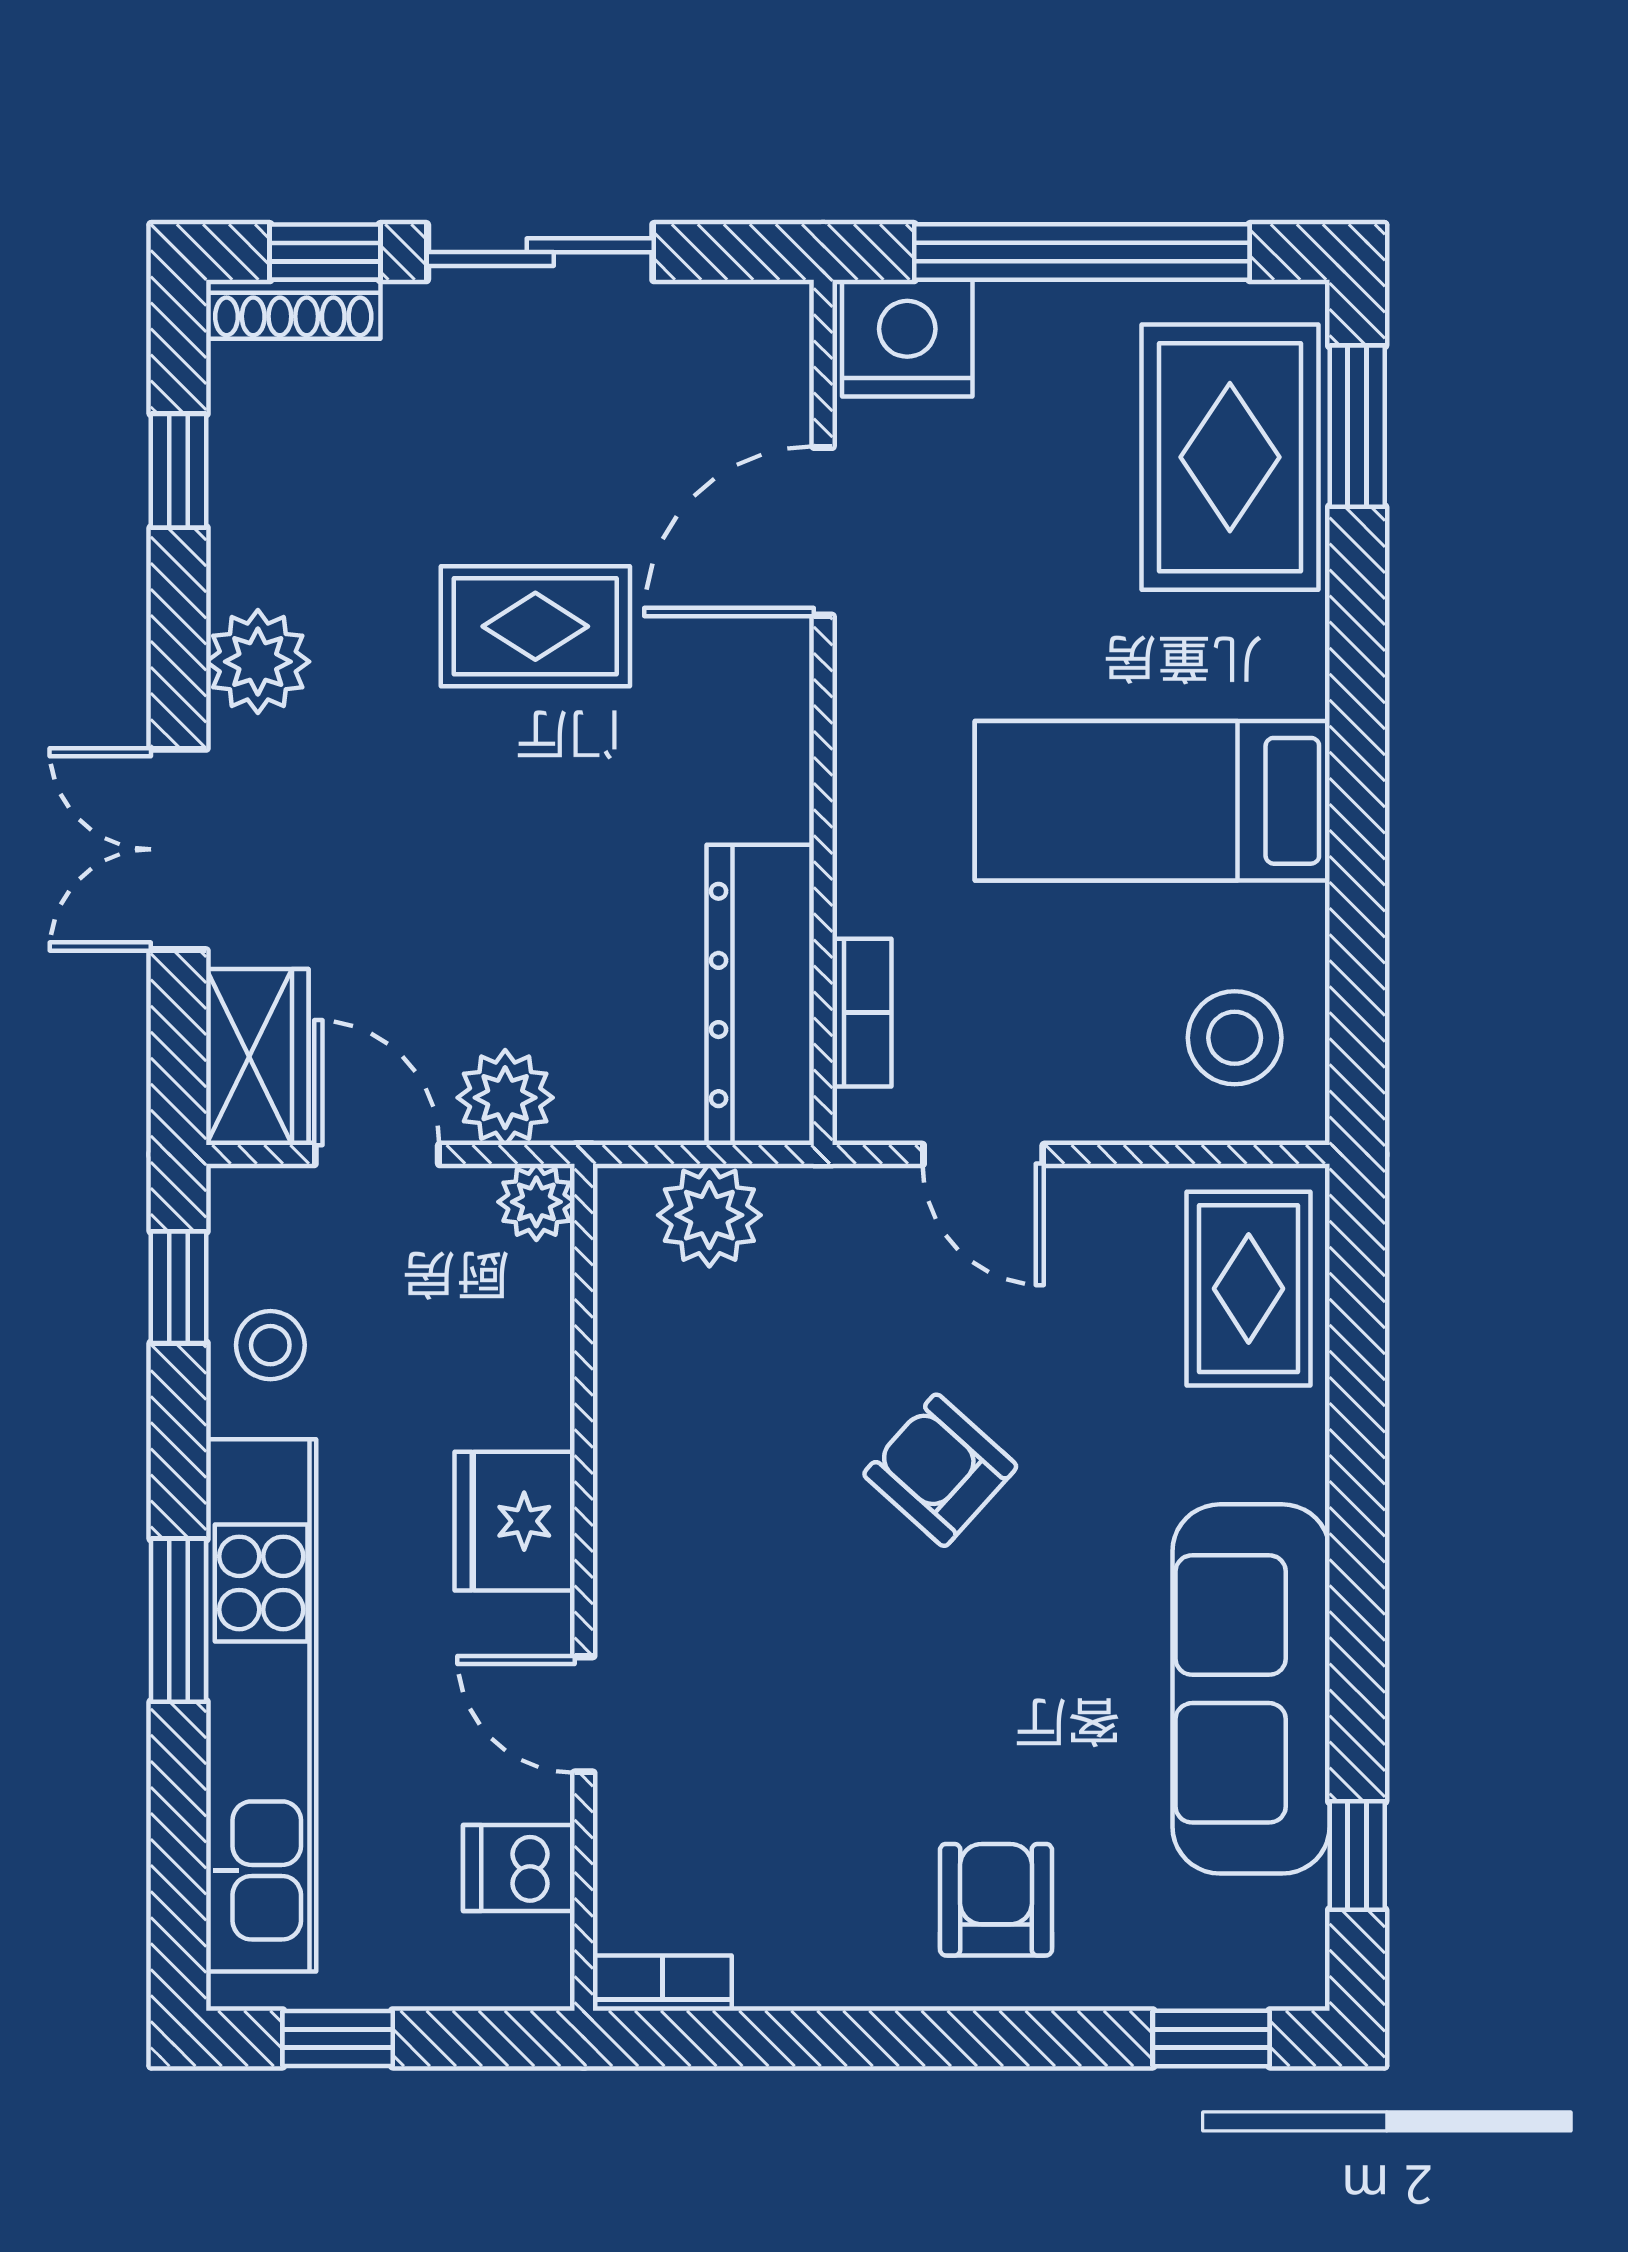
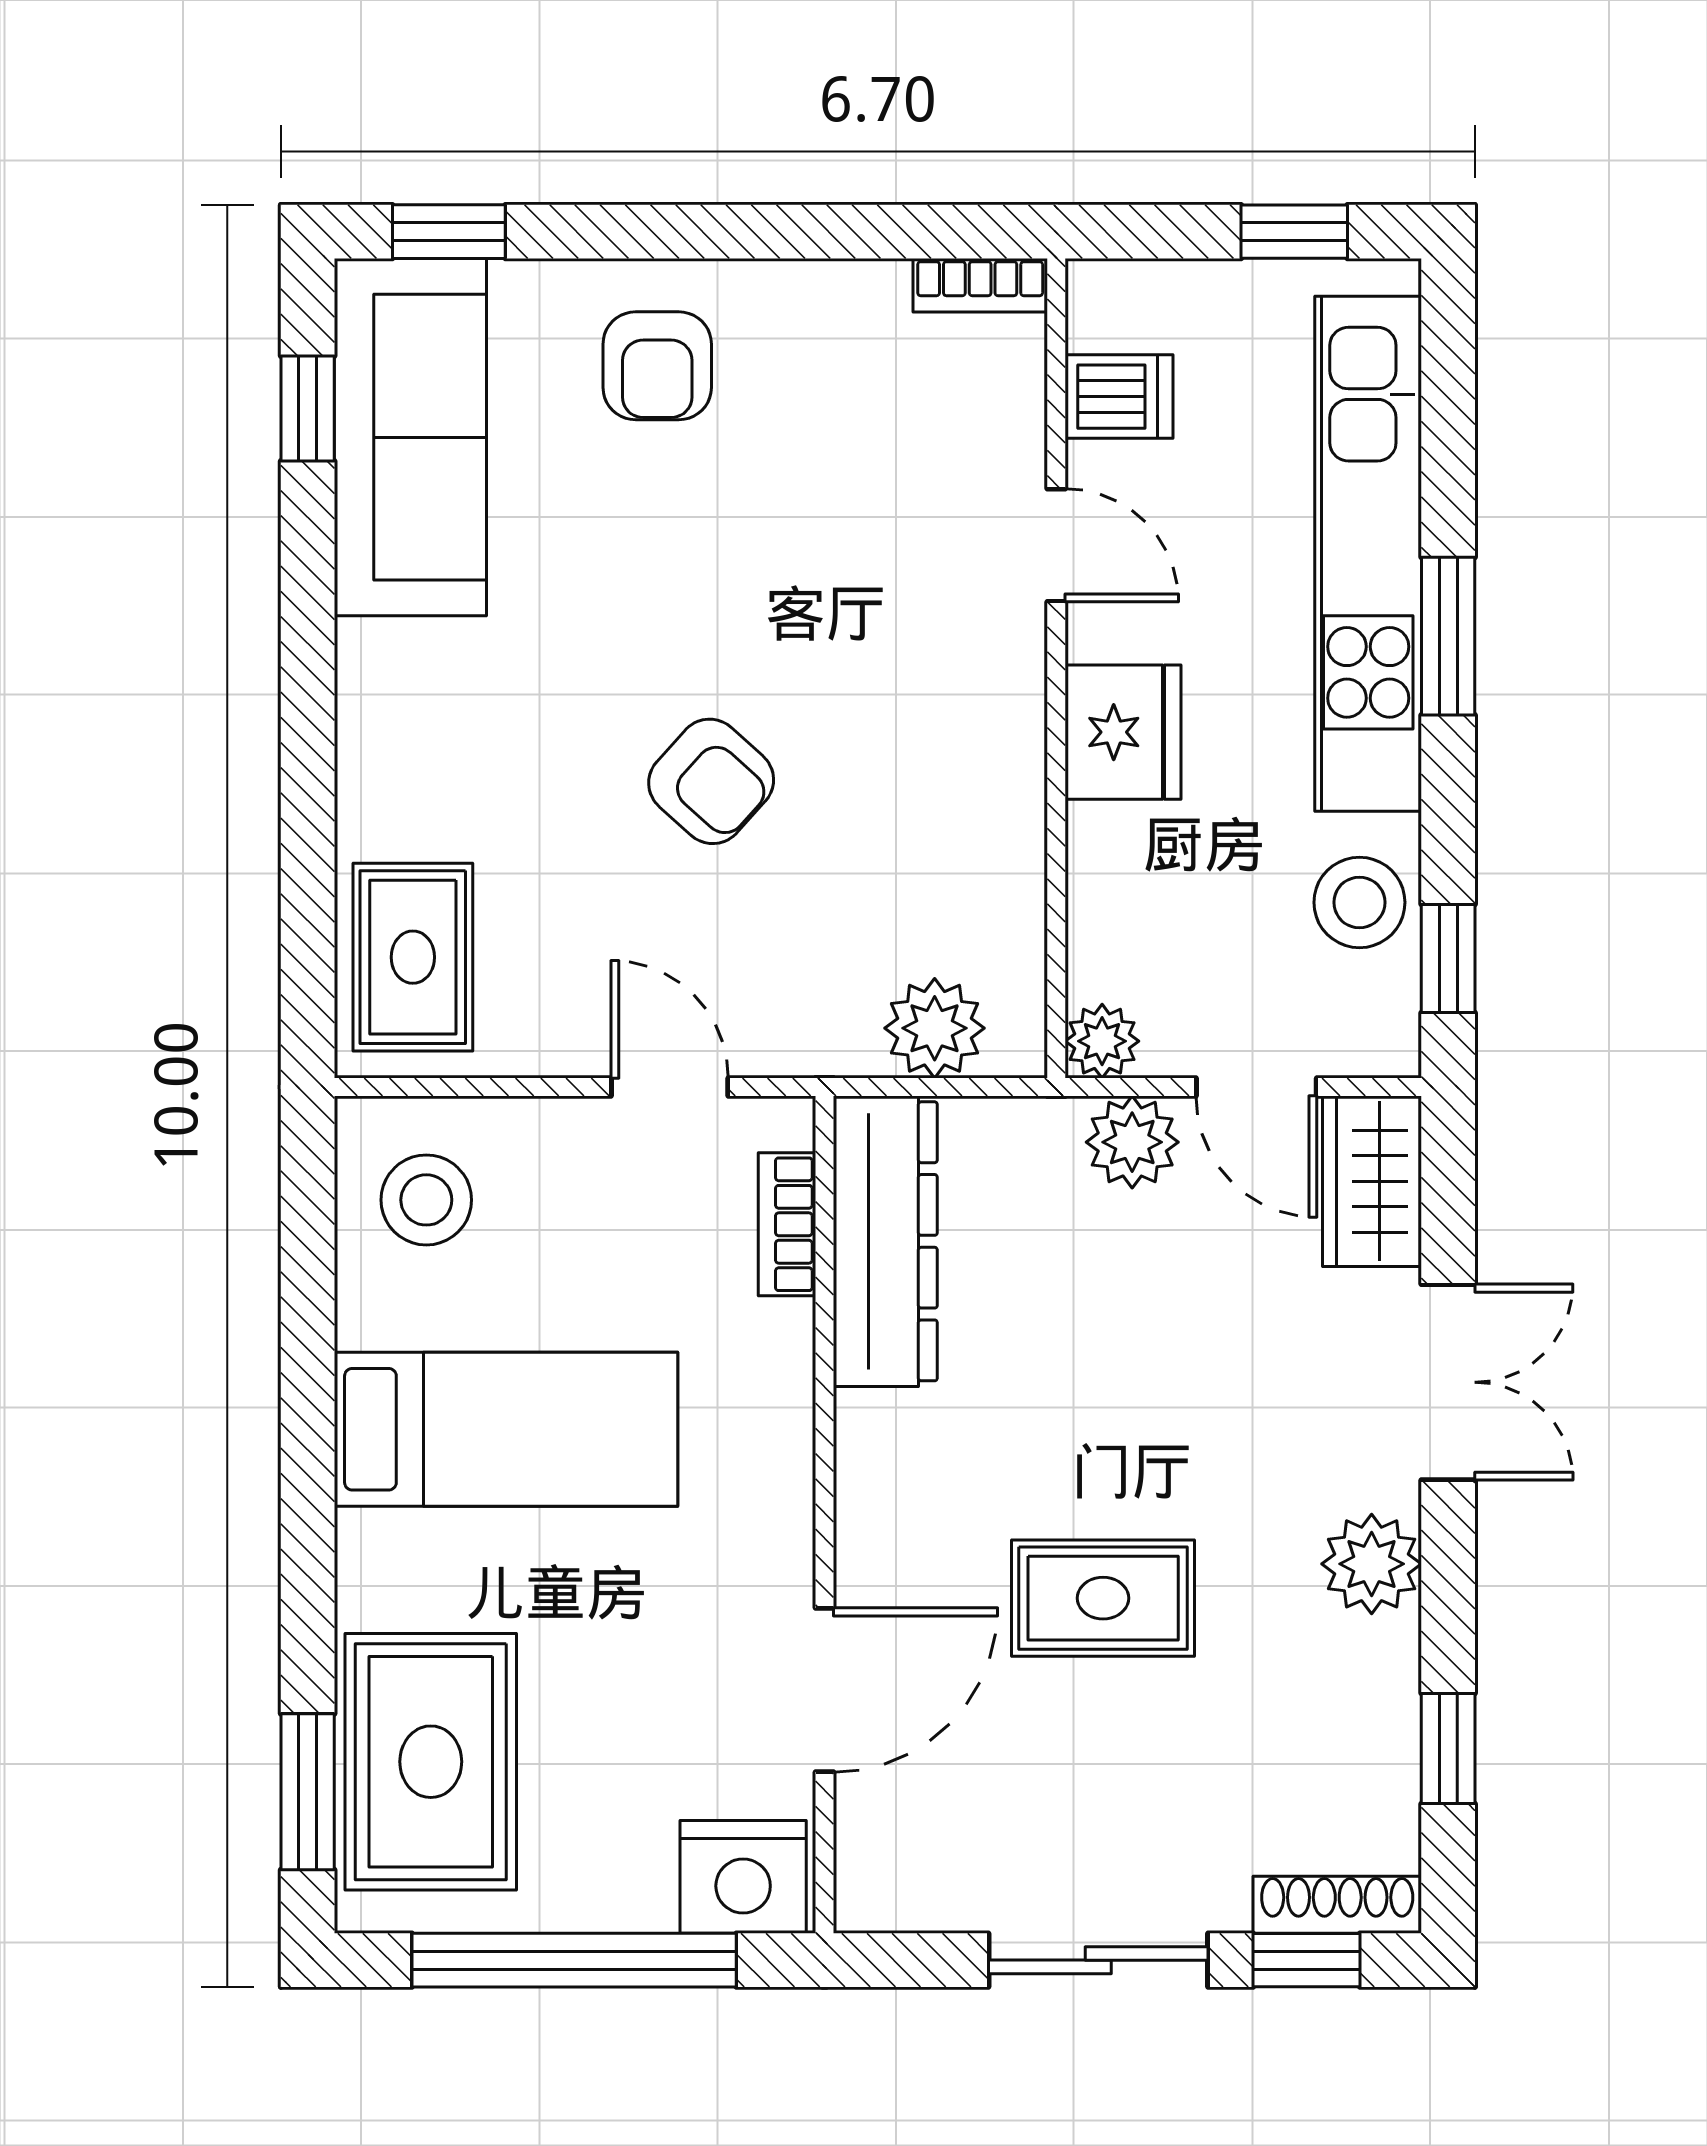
stool: (270, 1345) -> (1359, 902), width x1.37, depth x1.37
sofa: (1251, 1689) -> (410, 437), moved

